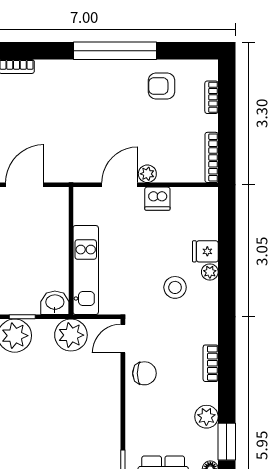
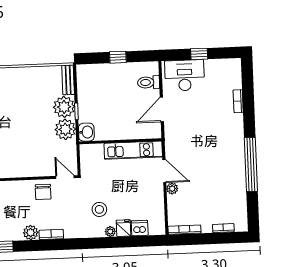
armchair: (162, 86) -> (229, 195), removed
door: (25, 185) -> (162, 110), swing flipped
dishwasher: (157, 199) -> (140, 228), moved, turned 90
kitchen unit: (86, 270) -> (133, 150), moved
plant: (71, 335) -> (65, 129), moved
plant: (206, 417) -> (31, 233), moved

